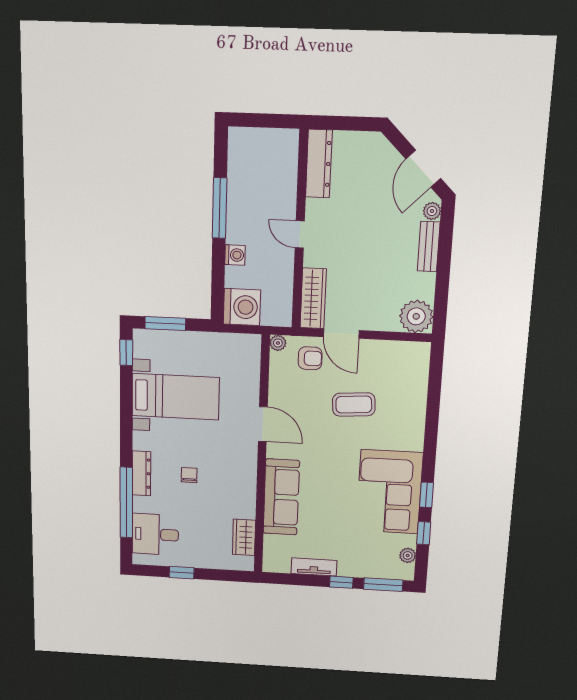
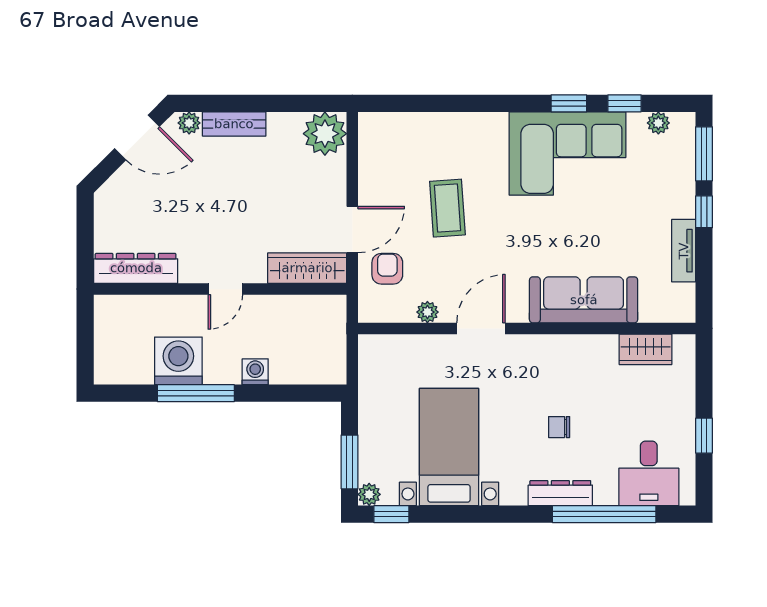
washing machine: (242, 307) -> (178, 361), moved
plant: (141, 337) -> (369, 494), added
plant: (278, 343) -> (427, 312), moved

